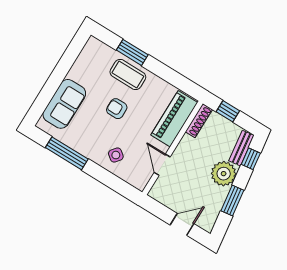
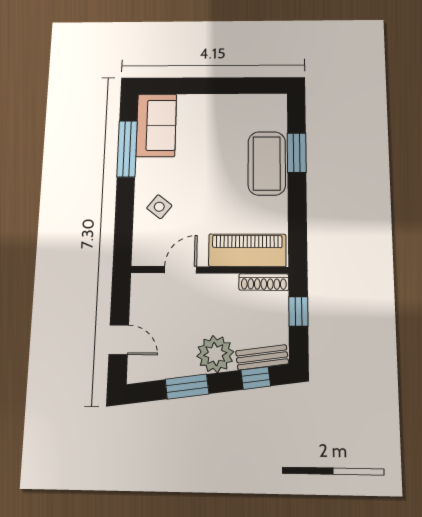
coffee table: (128, 74) -> (267, 163), width x1.36, depth x1.32
sofa: (64, 104) -> (156, 125), moved, turned -90
armchair: (117, 109) -> (217, 175), removed

